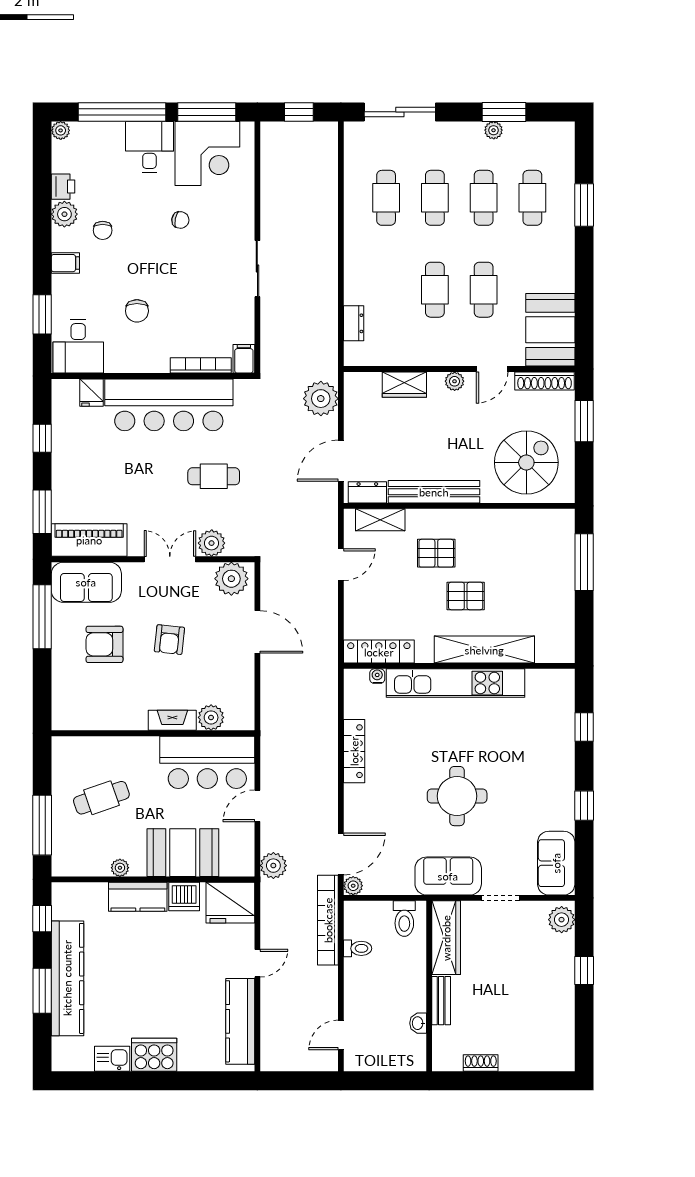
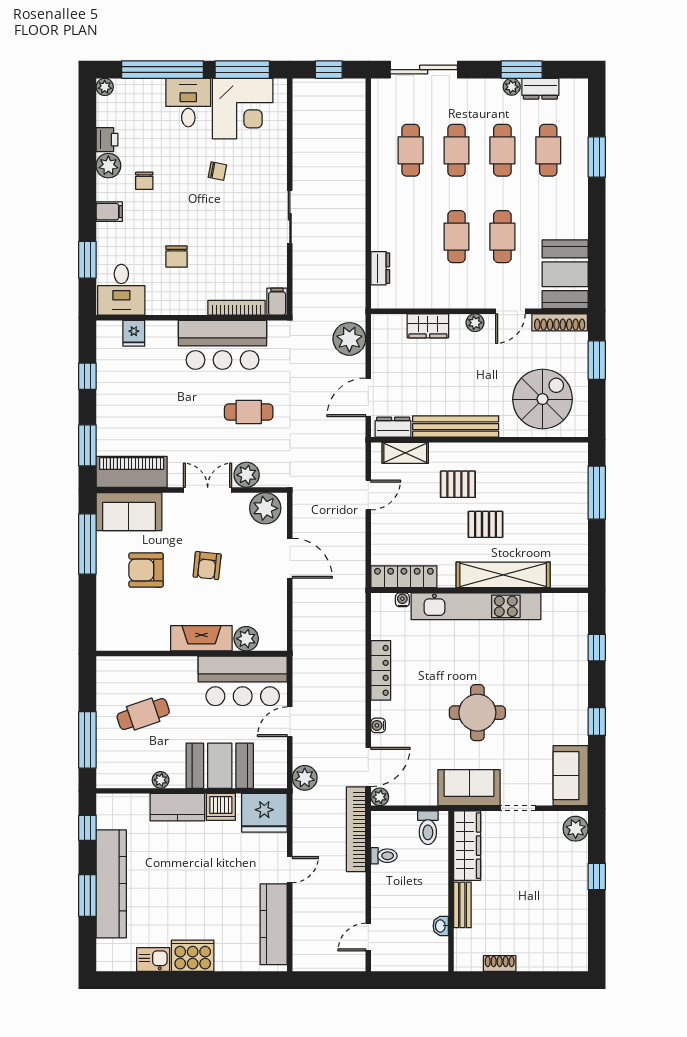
dresser: (524, 132) -> (540, 89), added
bar counter: (169, 405) -> (223, 345), width x0.73
fireplace: (172, 720) -> (201, 638), width x1.37, depth x1.32
water cooler: (351, 810) -> (378, 725), added

